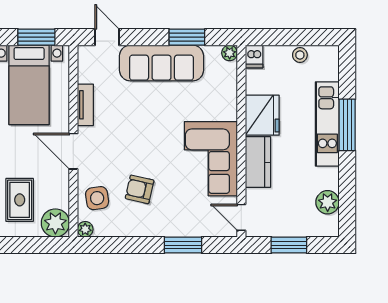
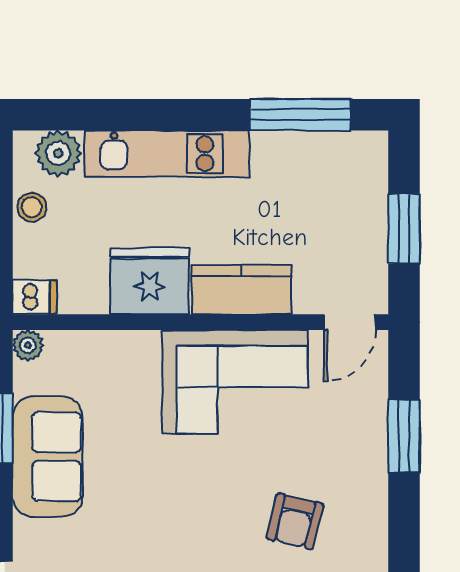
sofa: (162, 63) -> (48, 457), width x0.73
window: (347, 125) -> (300, 115), moved
plant: (328, 202) -> (58, 153), moved

